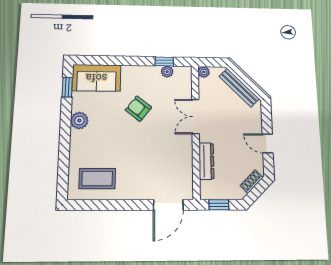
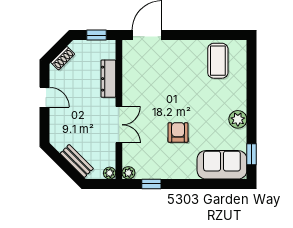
plant: (167, 72) -> (128, 173), moved
bench: (239, 88) -> (77, 161), width x0.73
armchair: (138, 109) -> (178, 132), turned -128
coffee table: (97, 179) -> (218, 61), turned 90

